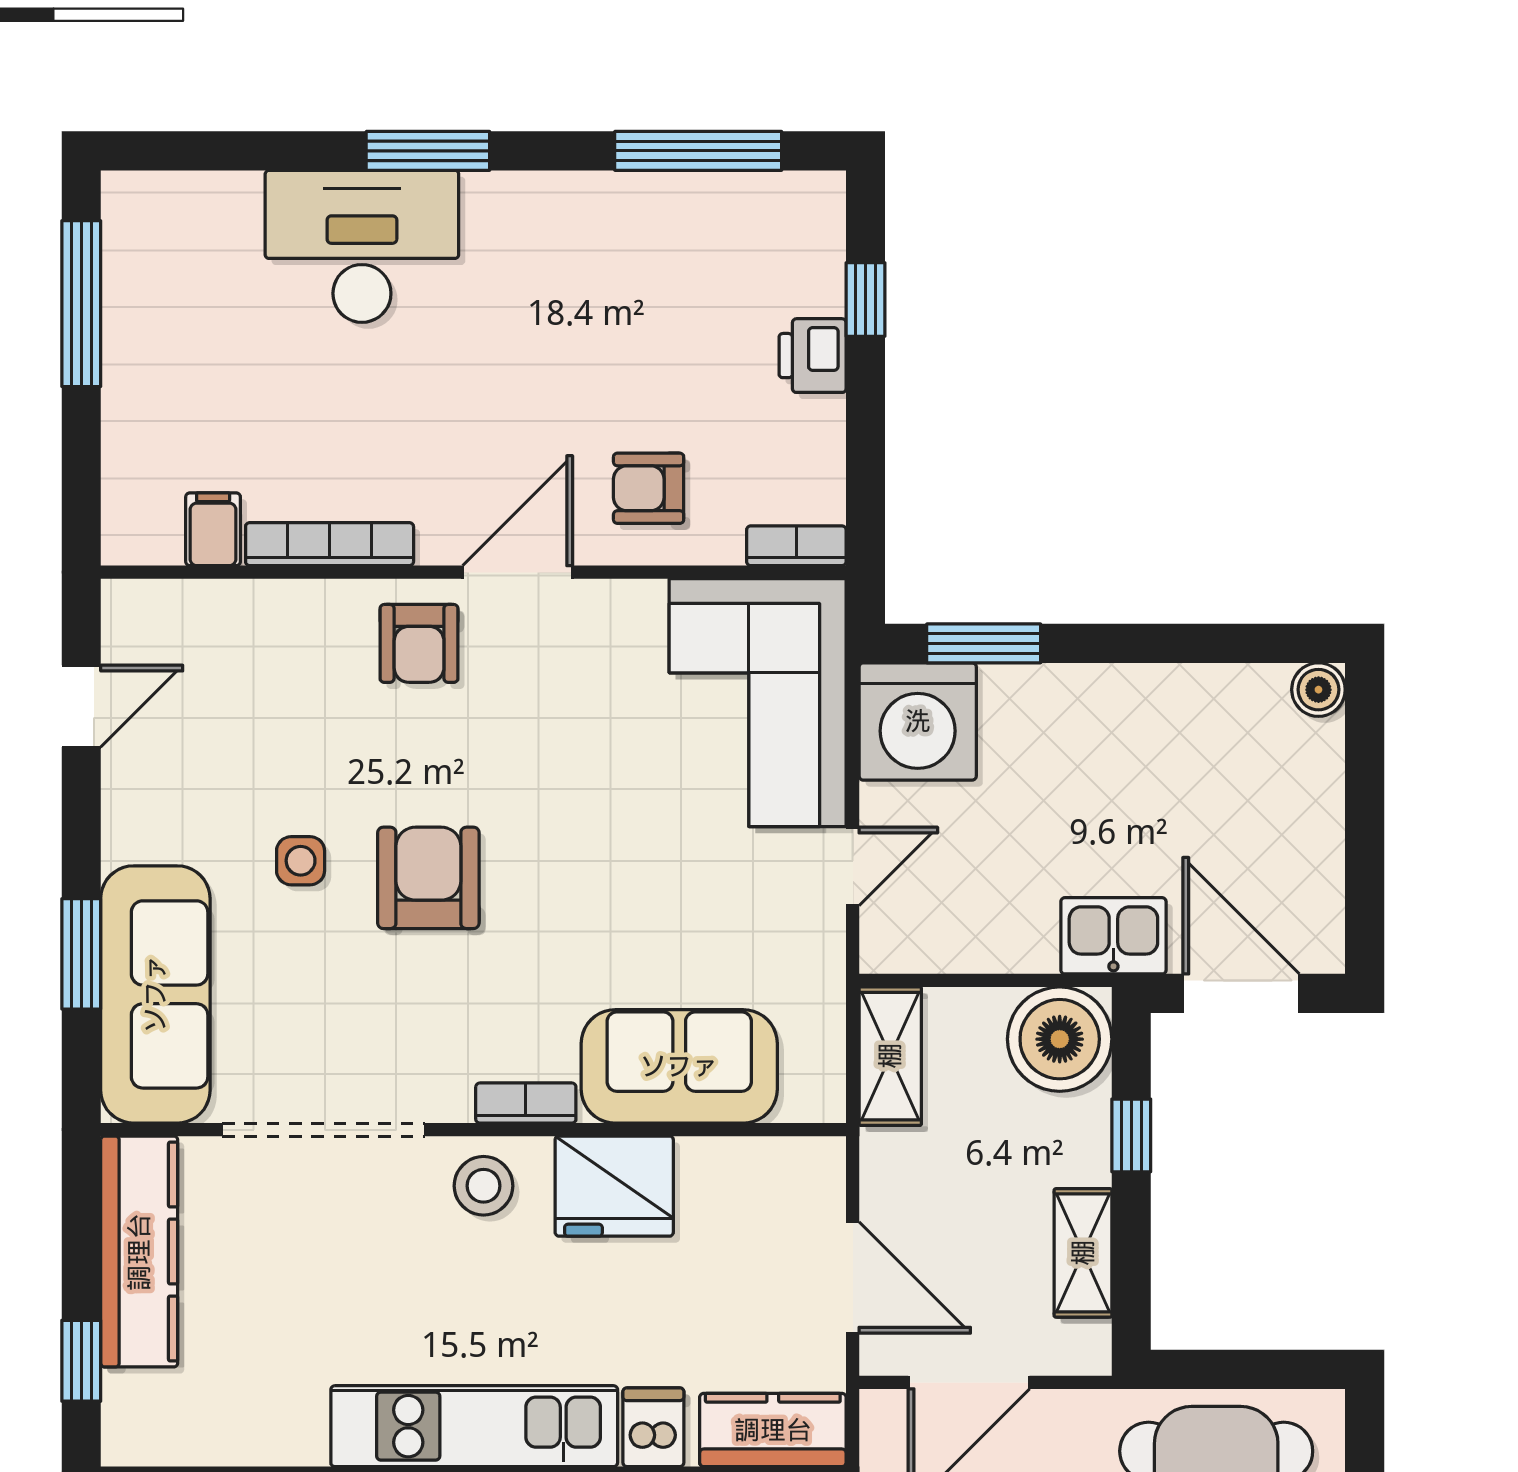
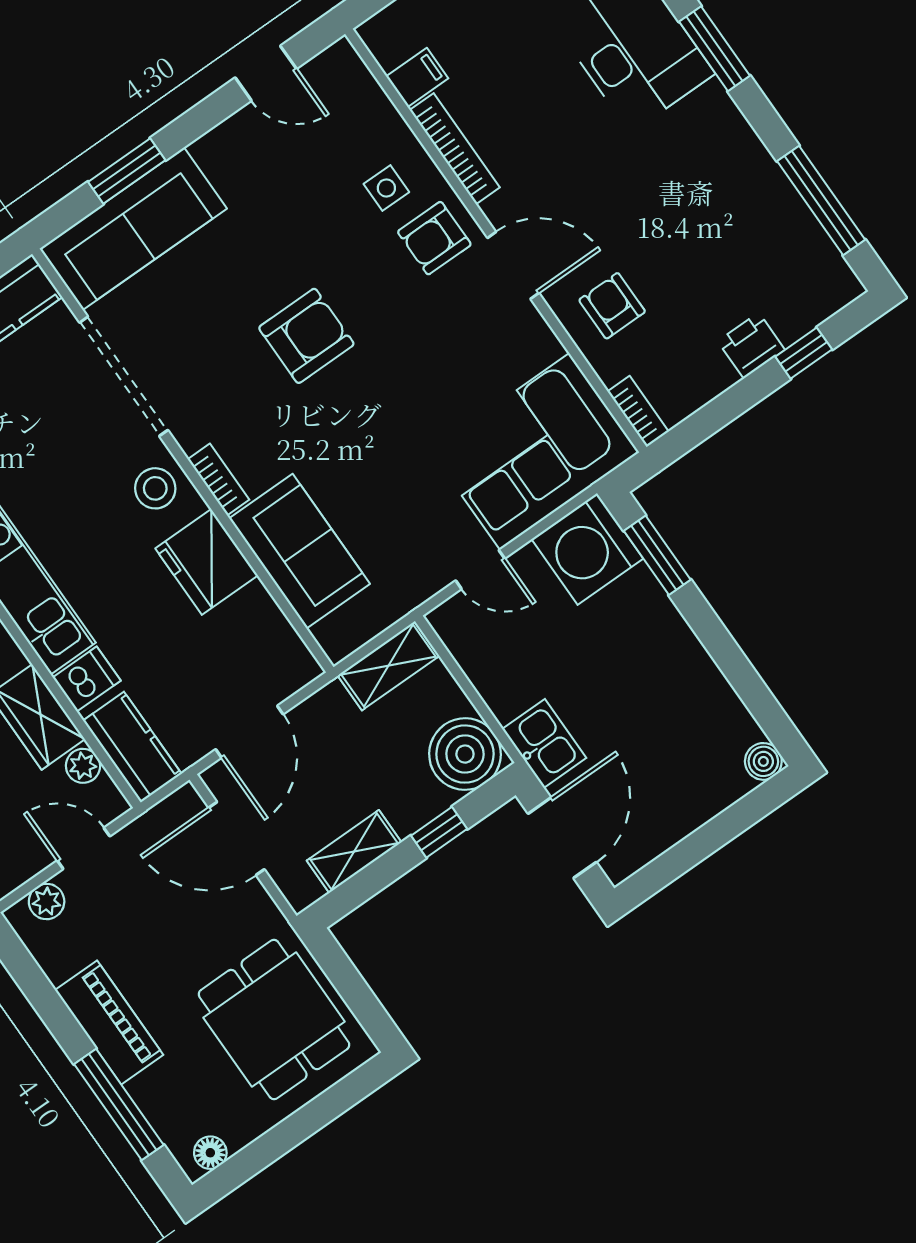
side table: (301, 861) -> (386, 188), moved

